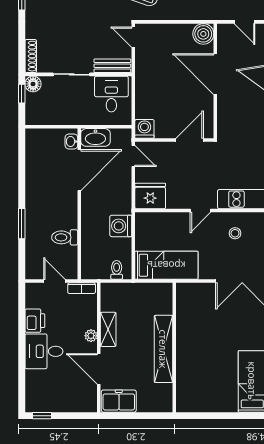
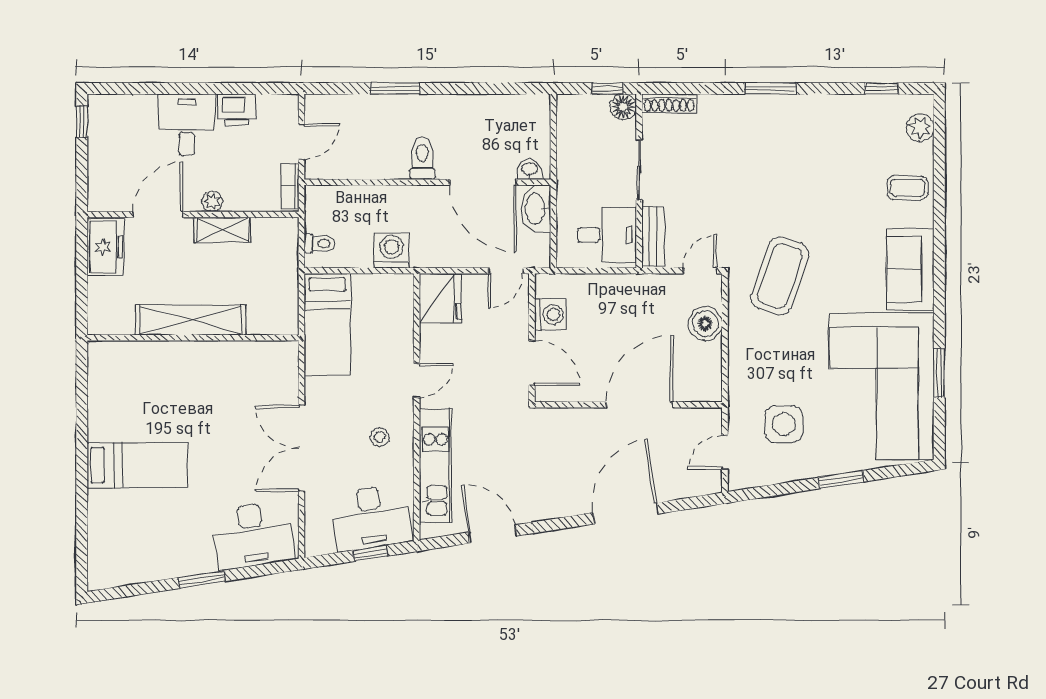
boiler: (203, 34) -> (705, 324), moved
washing machine: (144, 129) -> (550, 315), moved
door: (200, 211) -> (417, 380), swing flipped
toilet: (65, 237) -> (422, 159), moved

